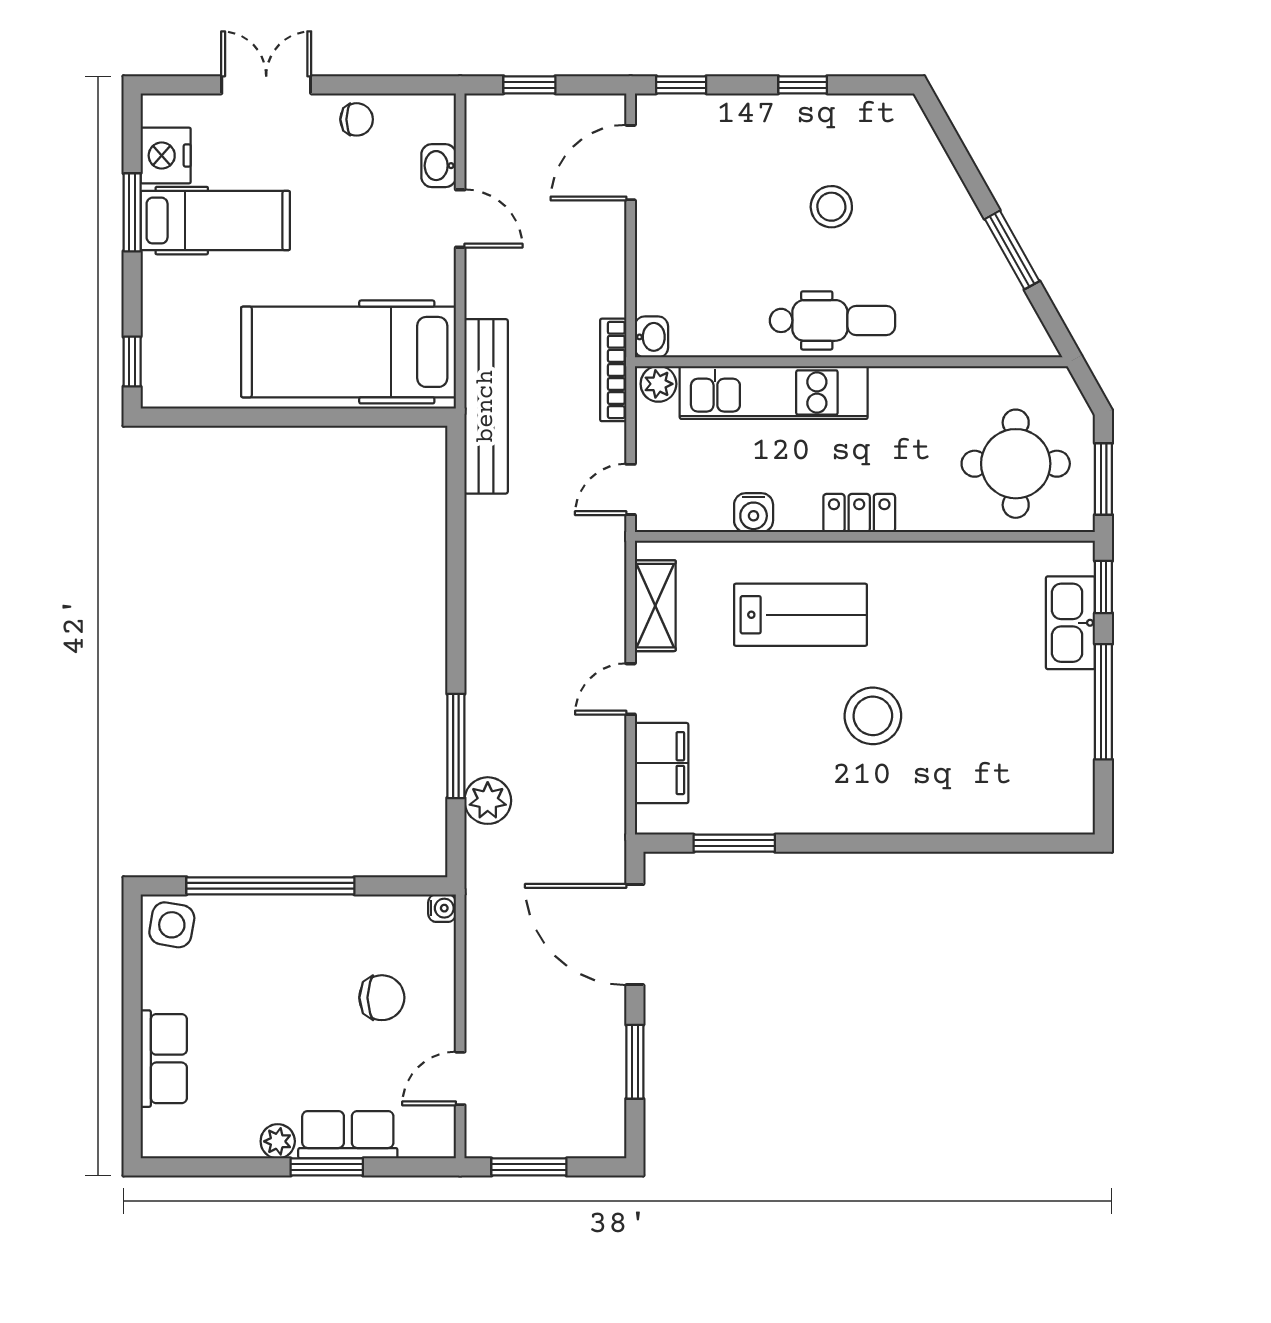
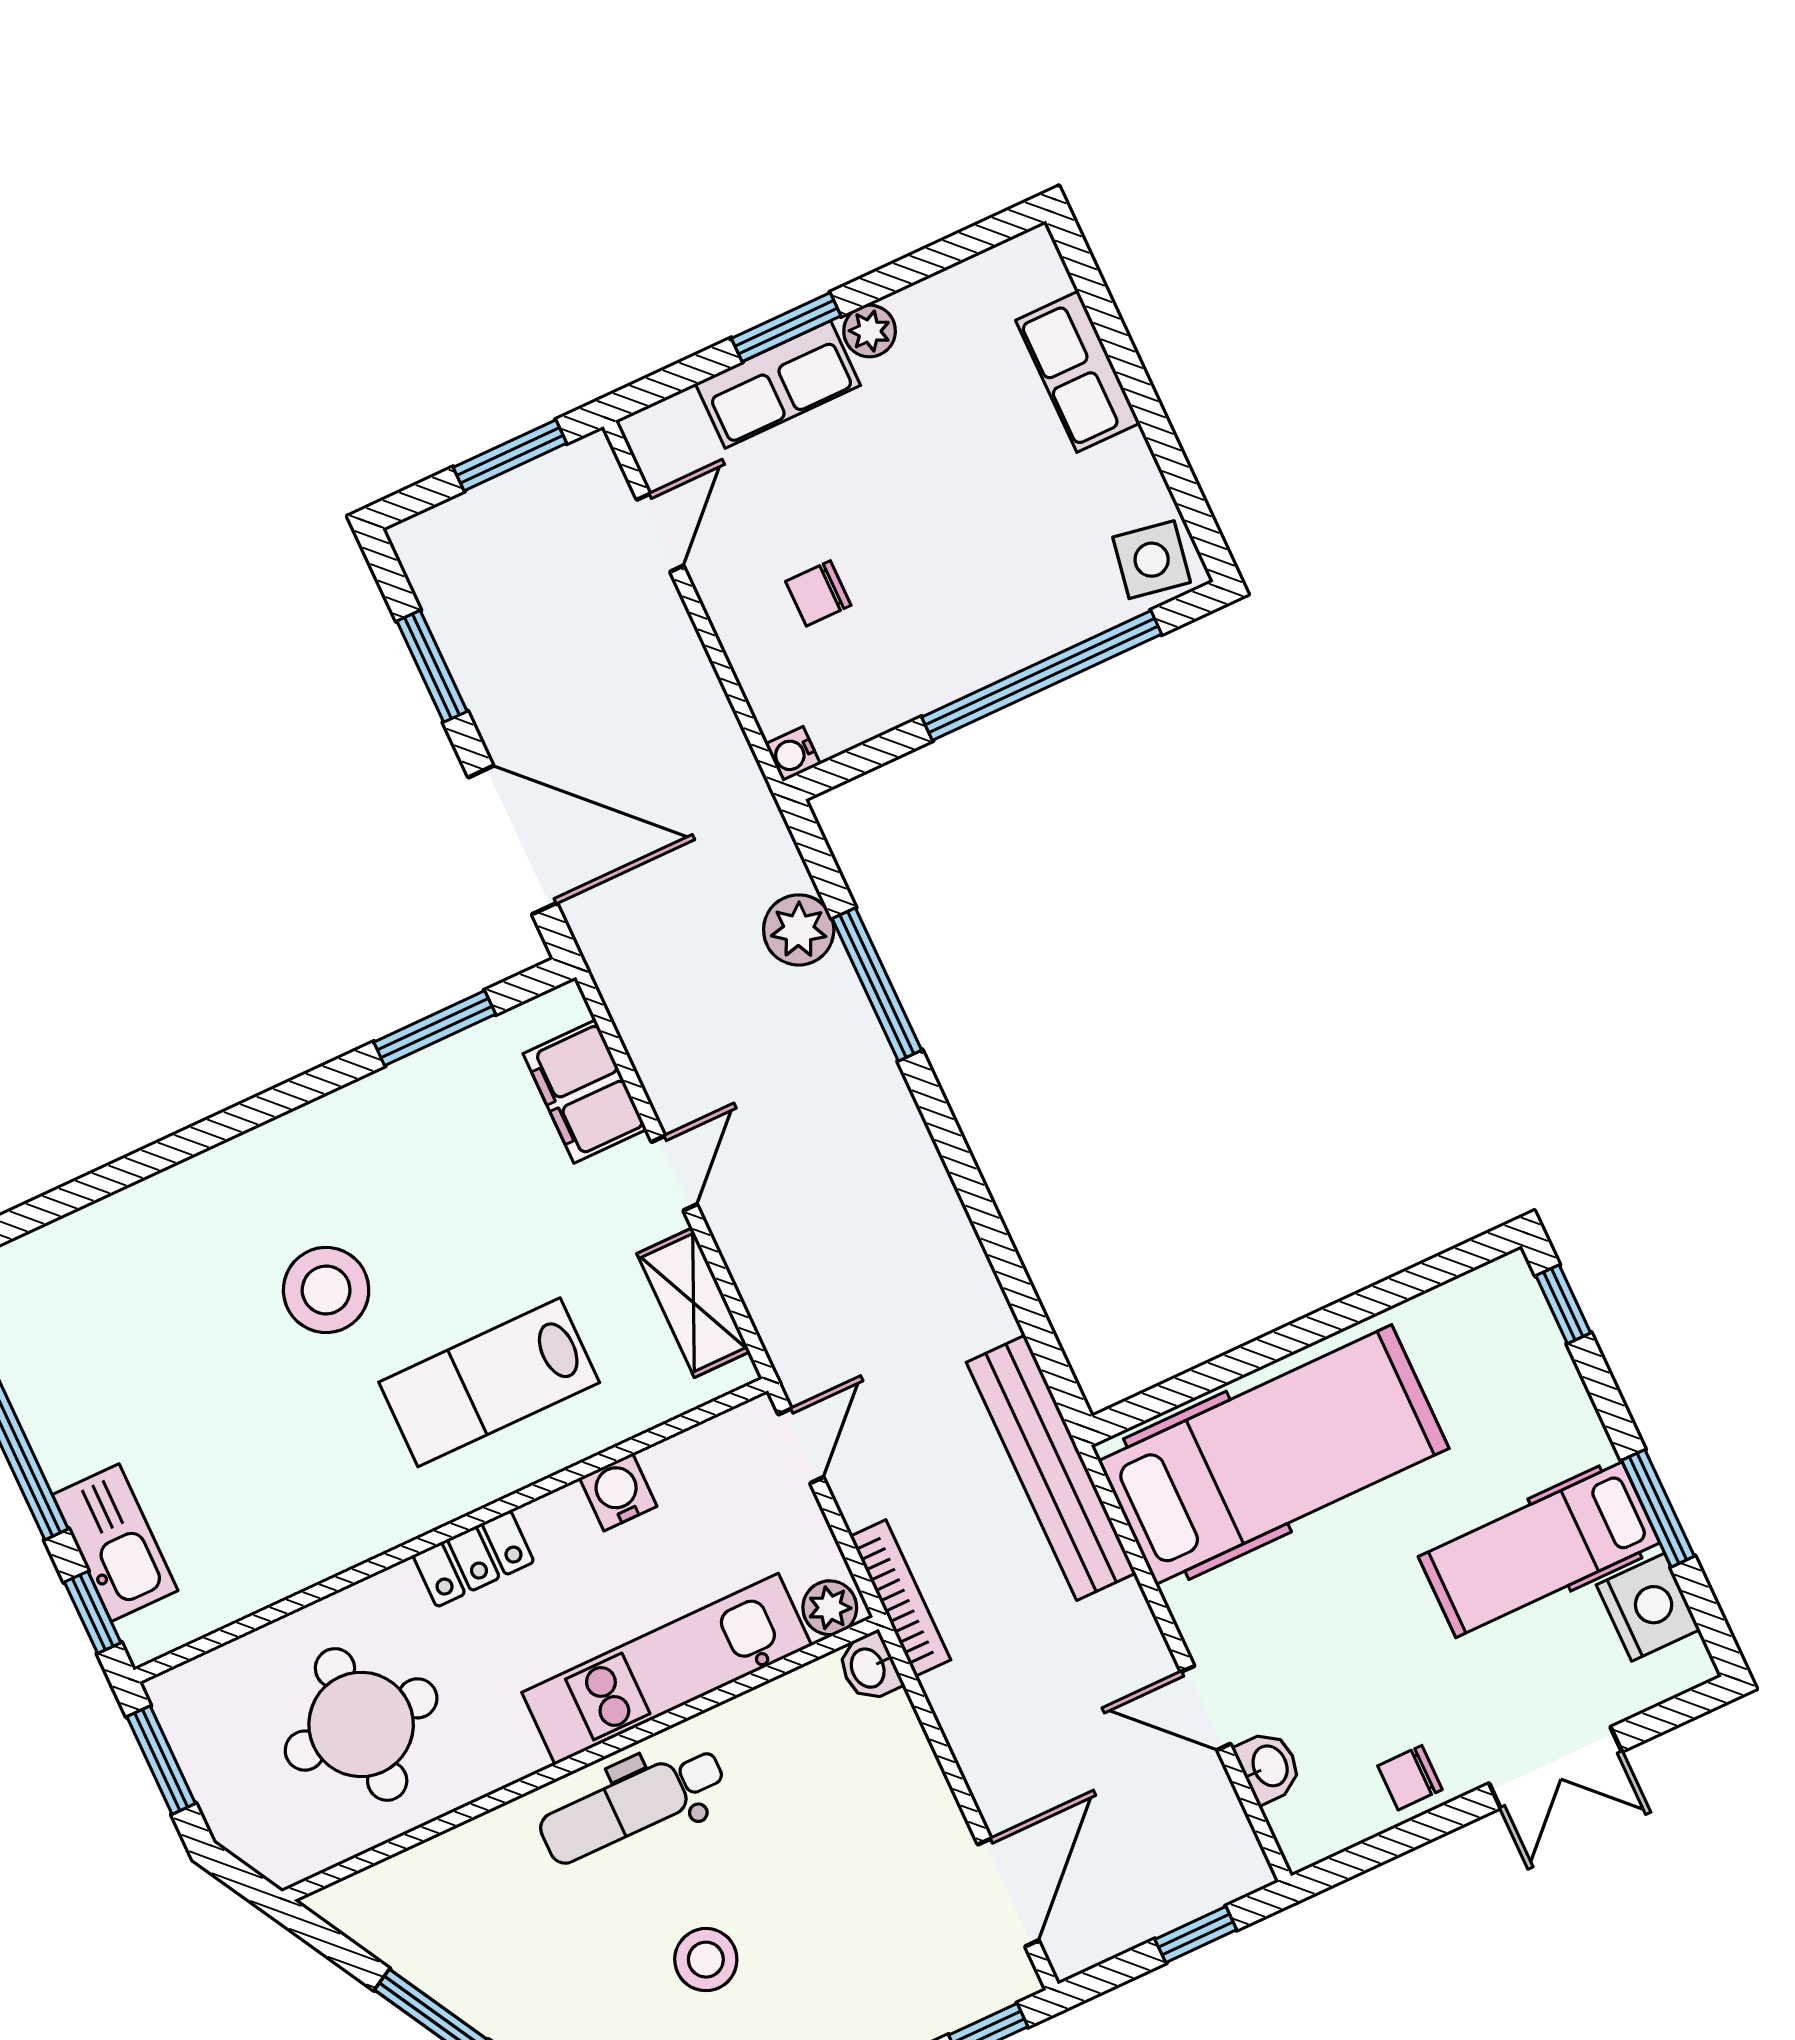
round table: (1016, 464) -> (361, 1724), moved
chair: (382, 998) -> (818, 593), width x0.73, depth x0.73

